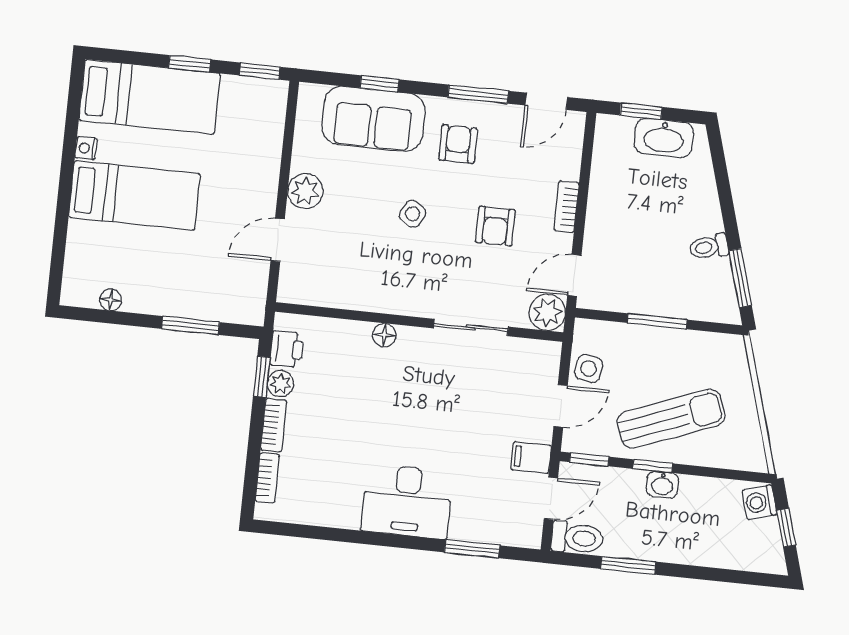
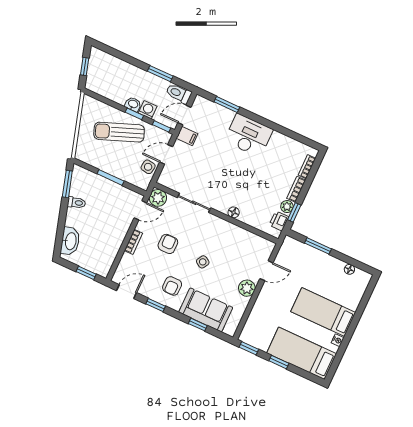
window: (478, 94) -> (156, 305), width x0.67
washbasin: (664, 138) -> (70, 241), moved, turned 74
washing machine: (759, 502) -> (148, 110), moved, turned -74

